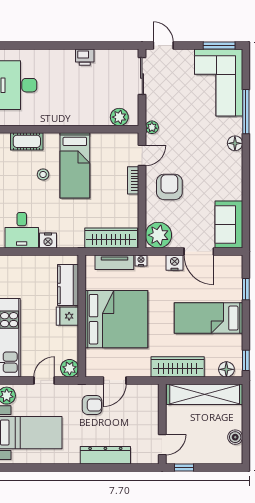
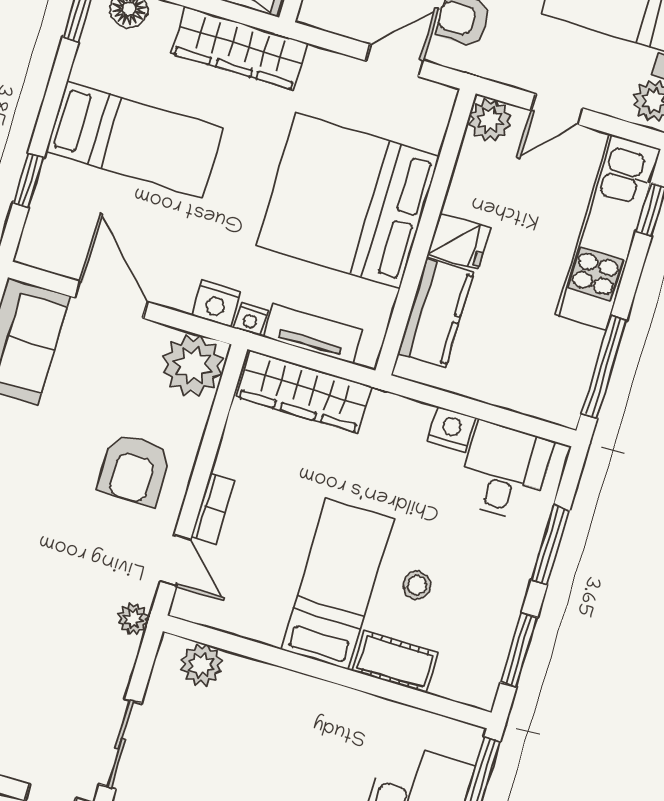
cot: (27, 141) -> (395, 662), moved
door: (142, 155) -> (175, 561), swing flipped
nightstand: (175, 263) -> (216, 303), moved

